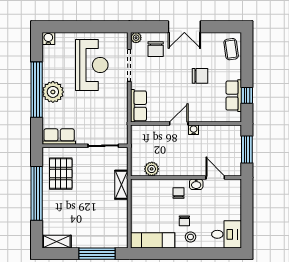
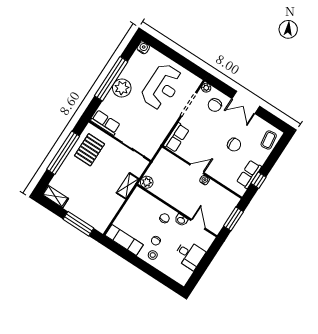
plant: (152, 169) -> (147, 182), moved
desk: (227, 234) -> (189, 255), moved

